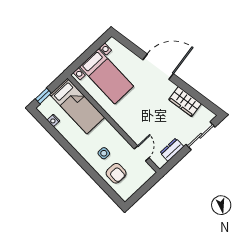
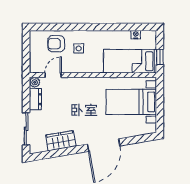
window: (43, 96) -> (160, 57), moved
door: (142, 153) -> (53, 75), swing flipped
plant: (160, 162) -> (35, 82), added

